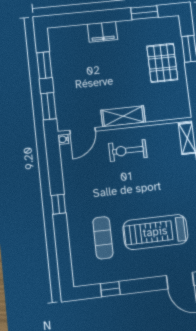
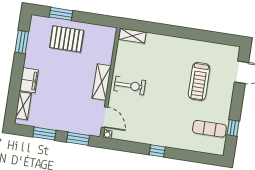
shelving: (71, 33) -> (23, 106), added
exercise bike: (128, 150) -> (130, 86), turned -90
treadmill: (155, 232) -> (199, 81), width x0.73, depth x0.73
exercise mat: (103, 238) -> (209, 129), moved

